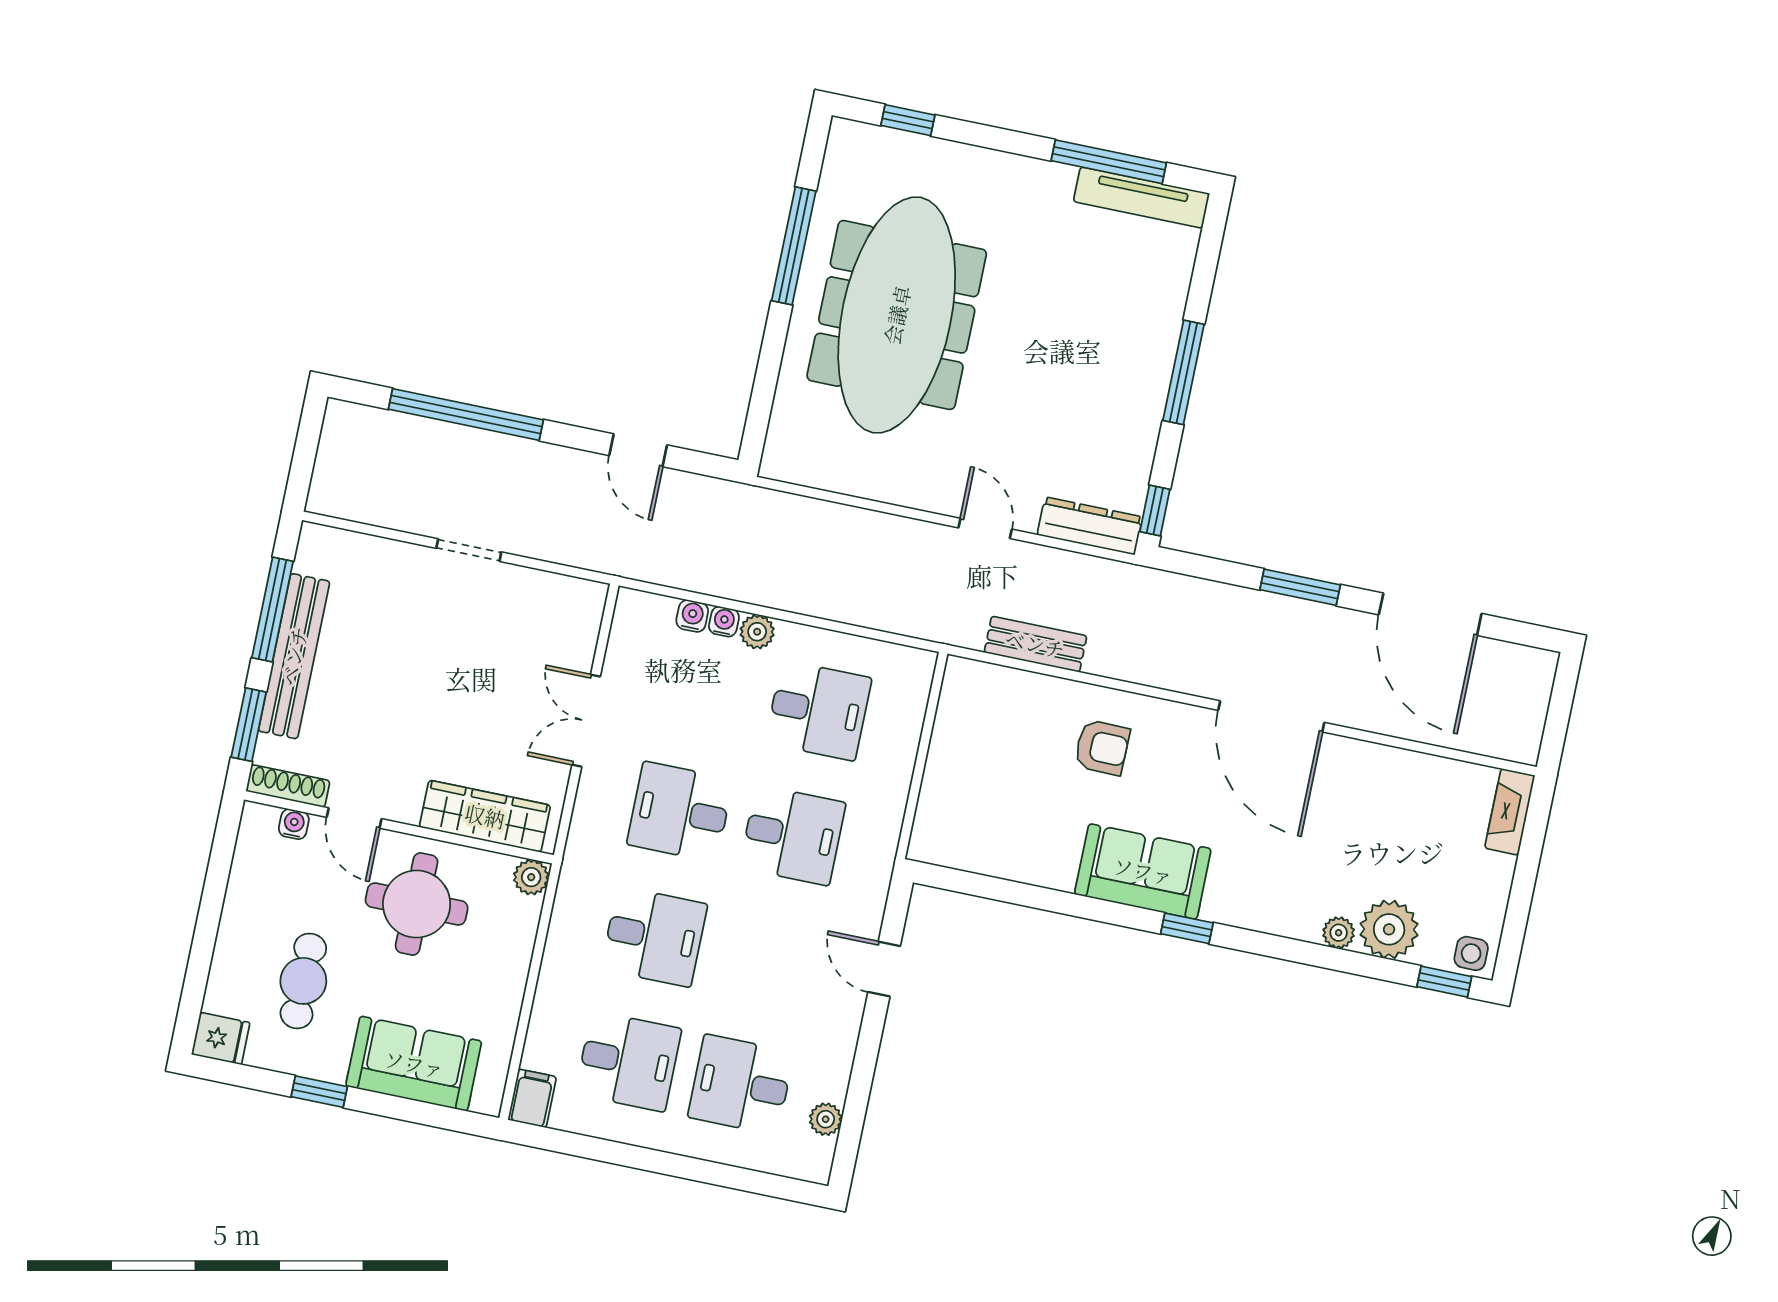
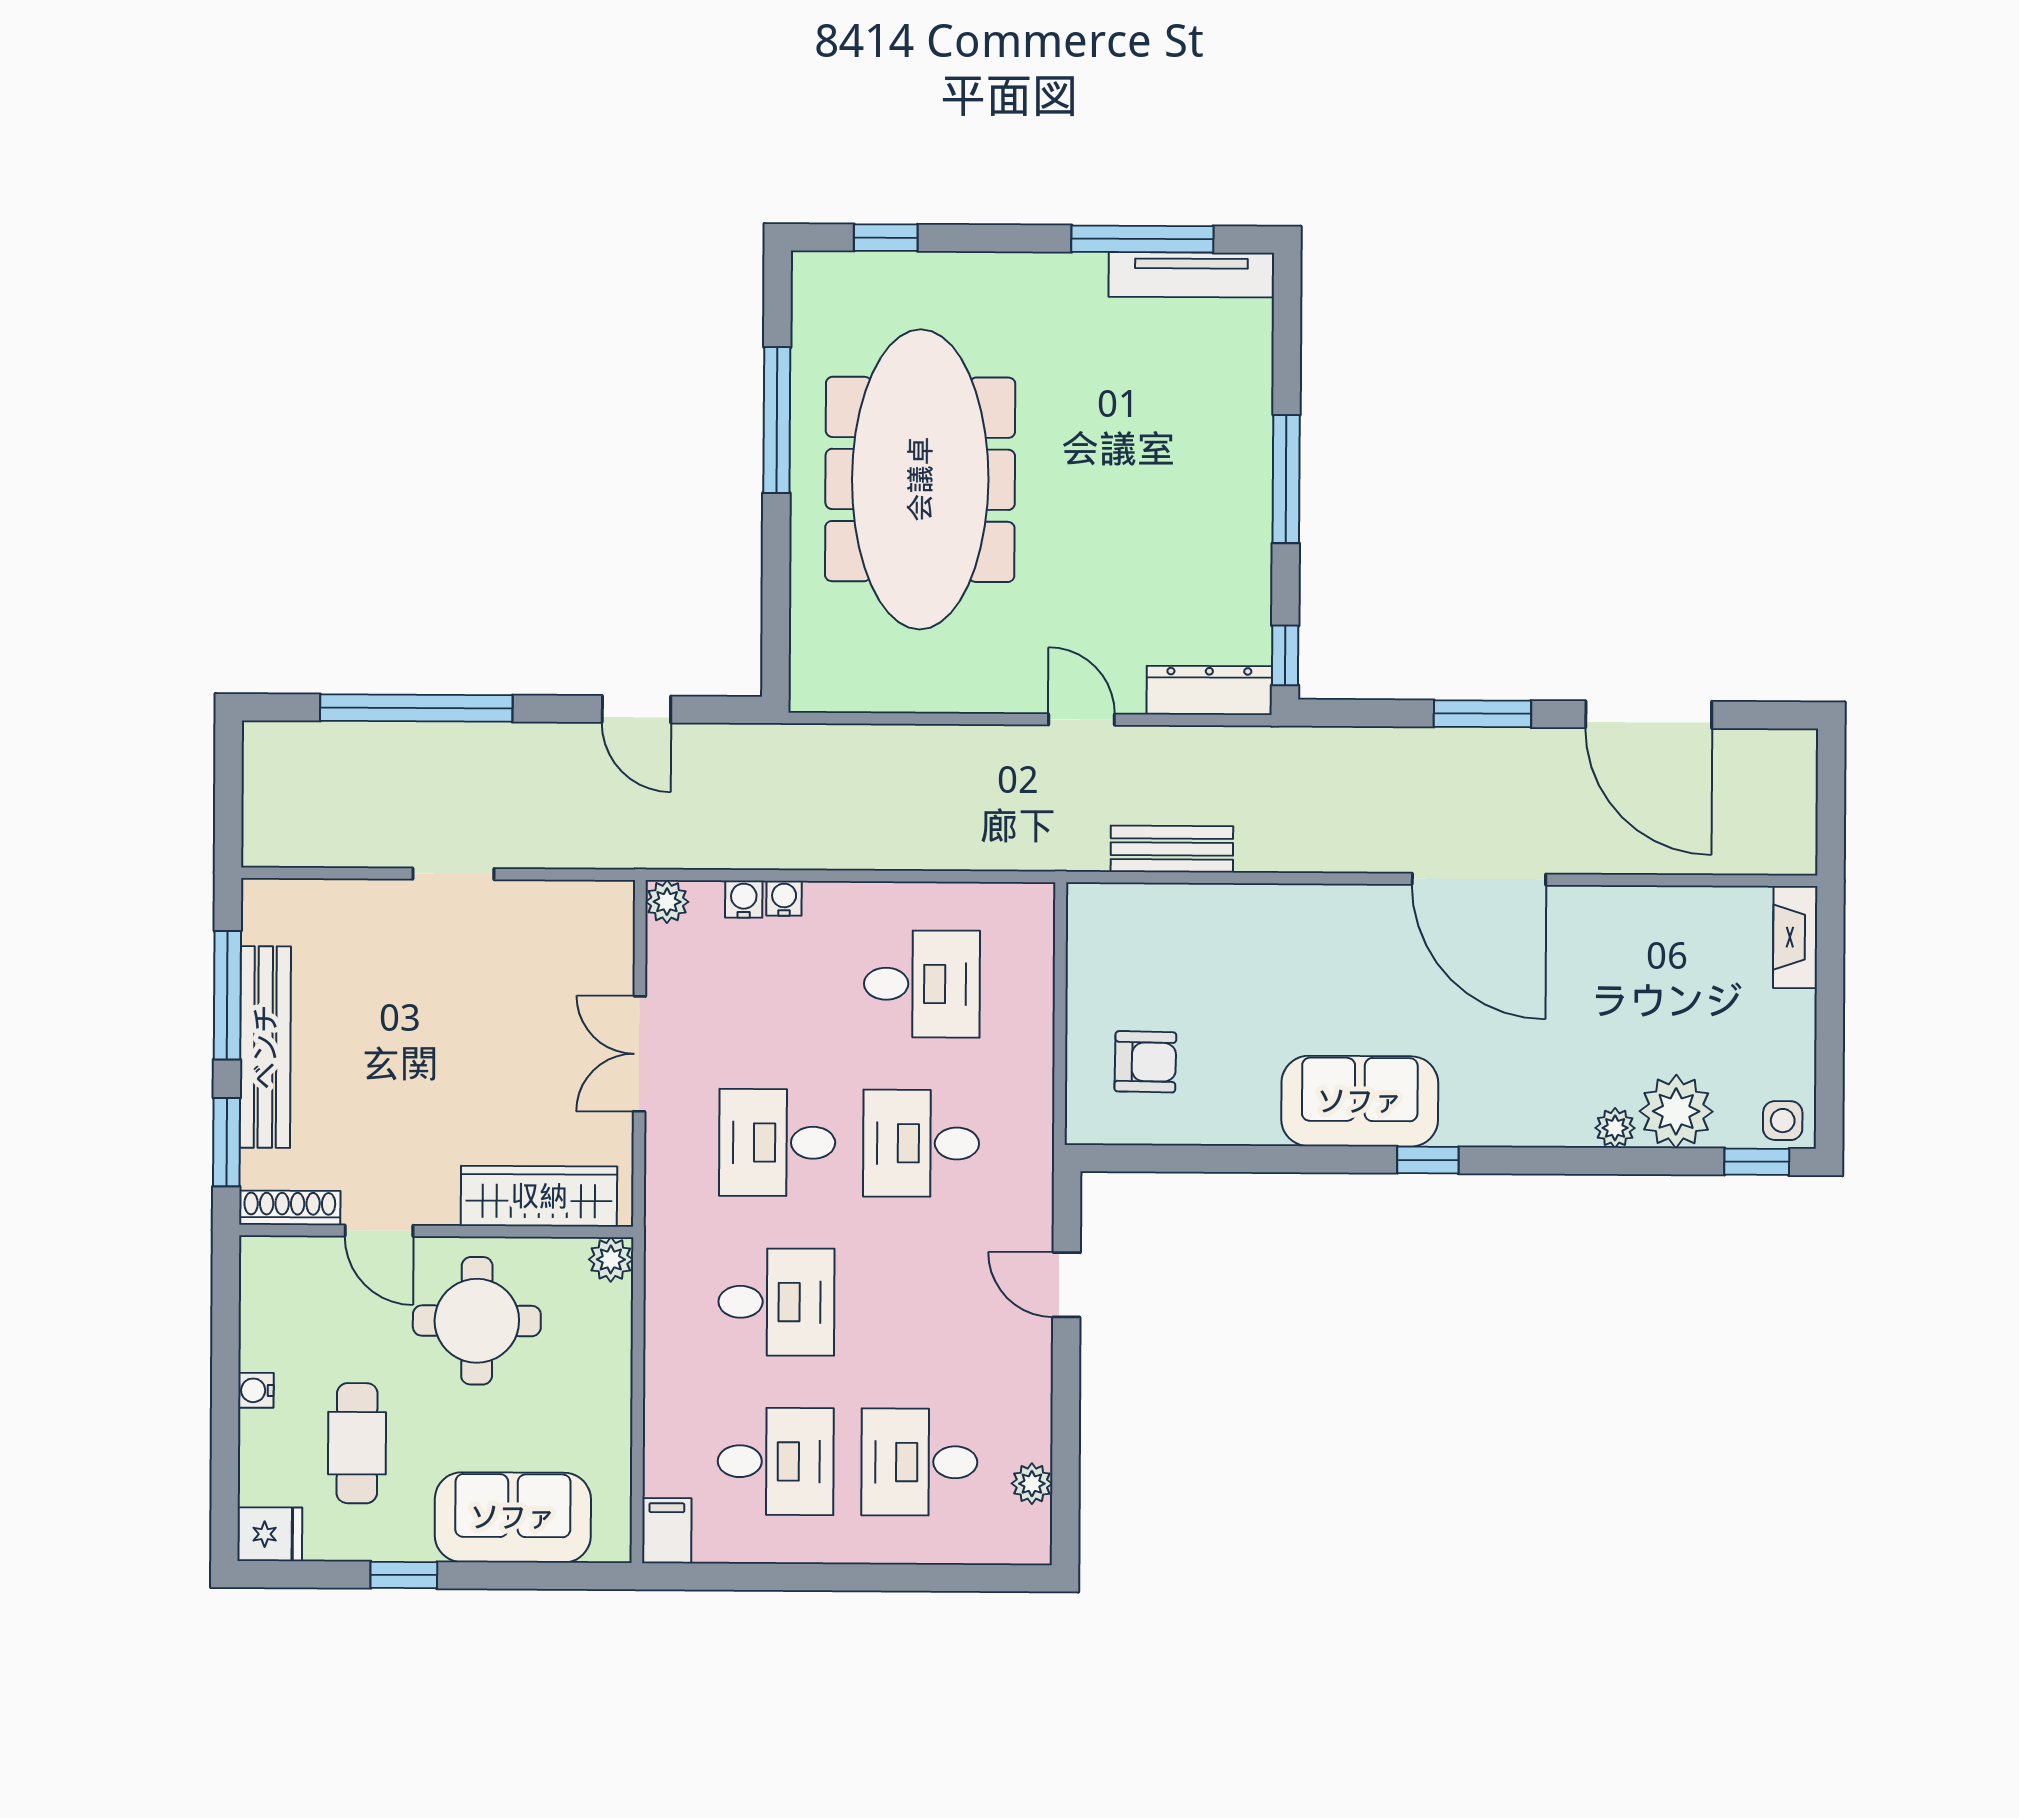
plant: (757, 632) -> (667, 902), moved
armchair: (1102, 747) -> (1145, 1062), moved
water cooler: (294, 824) -> (256, 1390), moved, turned -90
desk: (793, 835) -> (921, 1143), turned 180

